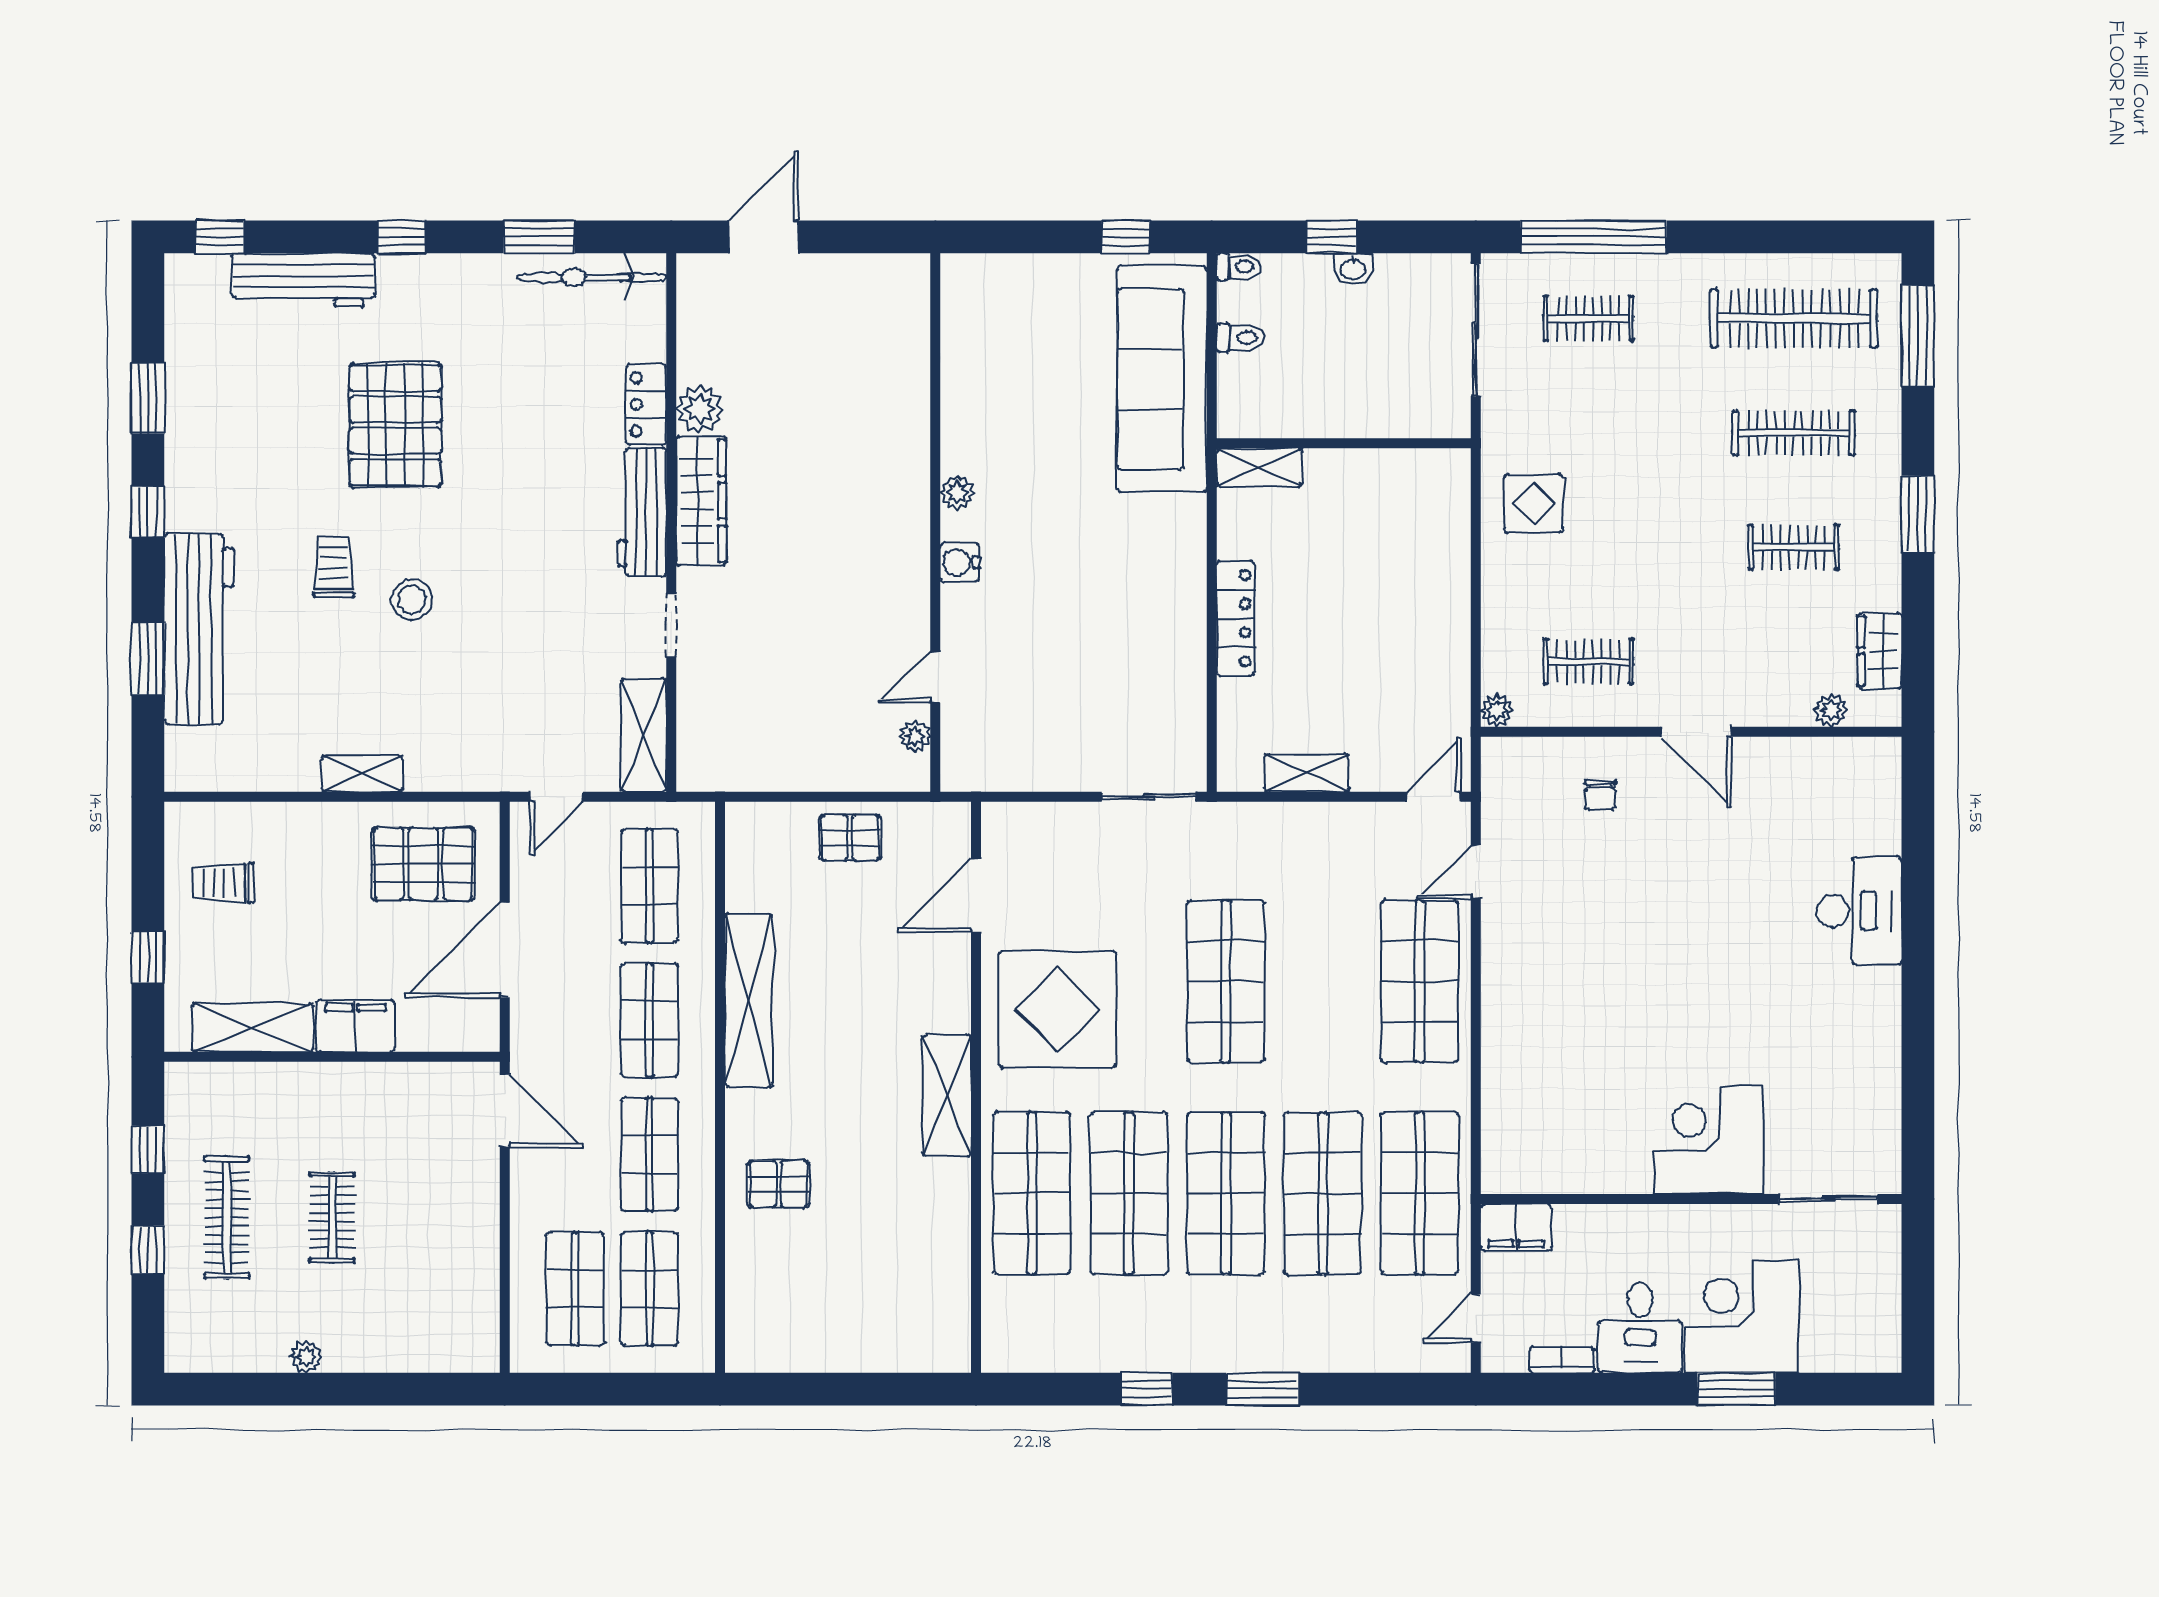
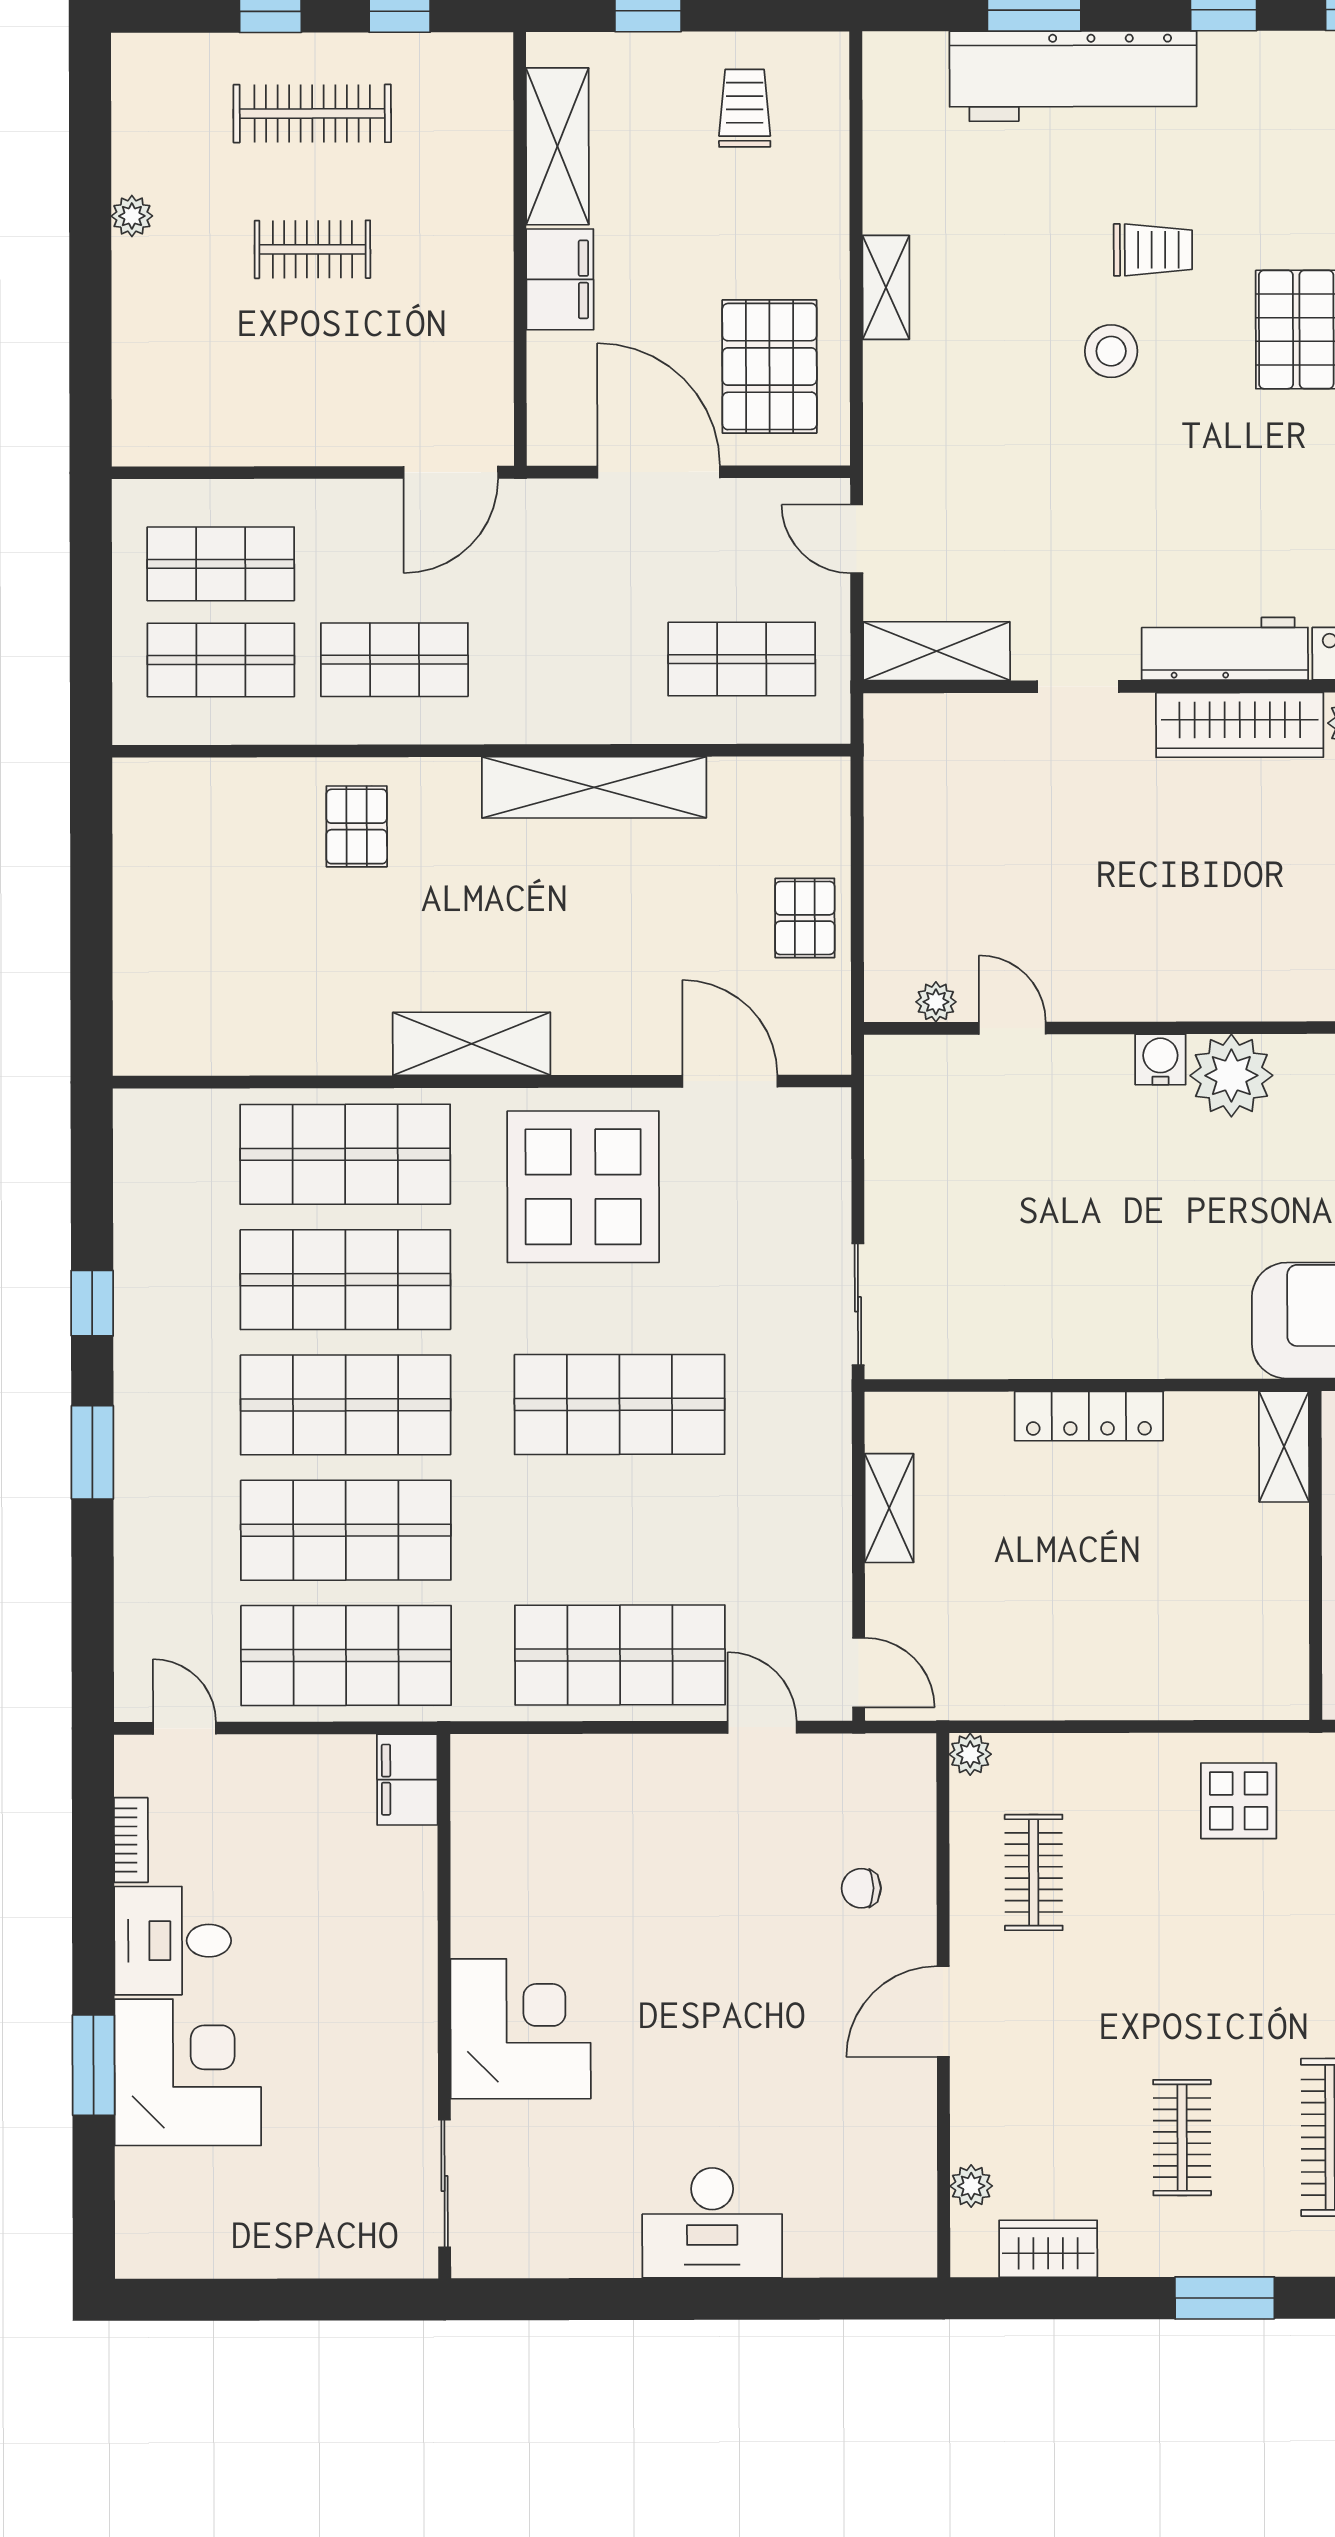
plant: (957, 493) -> (1231, 1076), width x1.87, depth x1.87
shop shelf: (649, 1020) -> (568, 659), removed
corner desk: (1709, 1140) -> (521, 2029), moved
wall: (1691, 1199) -> (444, 2006), moved
sliding door: (1828, 1199) -> (445, 2184), moved
filing cabinet: (1516, 1227) -> (407, 1780), moved

